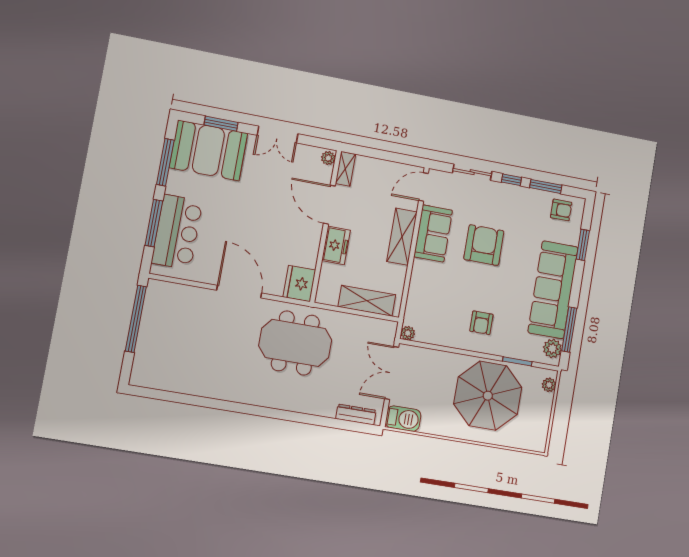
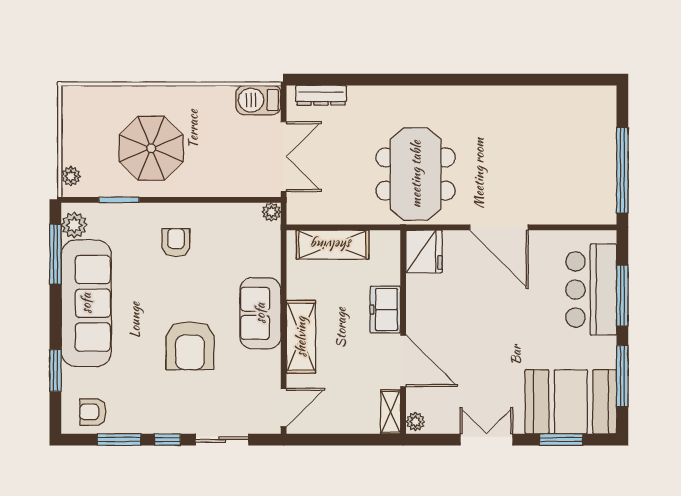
sofa: (433, 233) -> (260, 313), moved
meeting table: (295, 343) -> (416, 174), turned 90
parasol: (488, 396) -> (151, 148), width x0.73, depth x0.73

